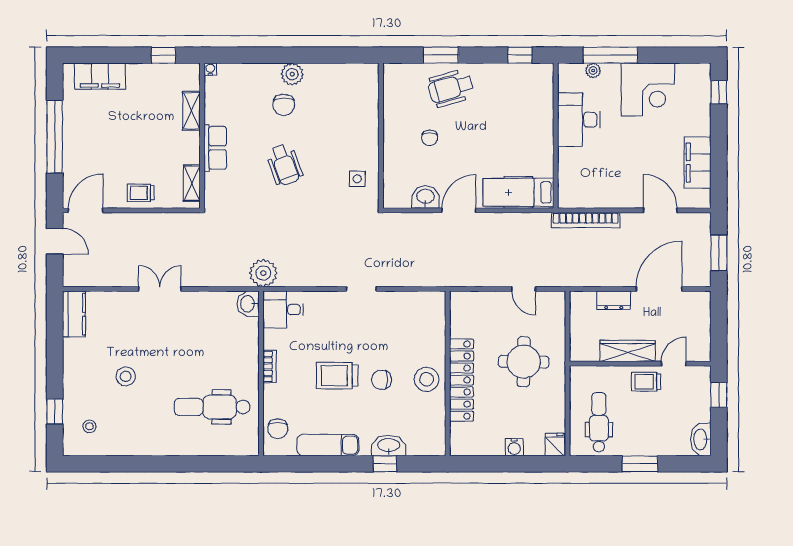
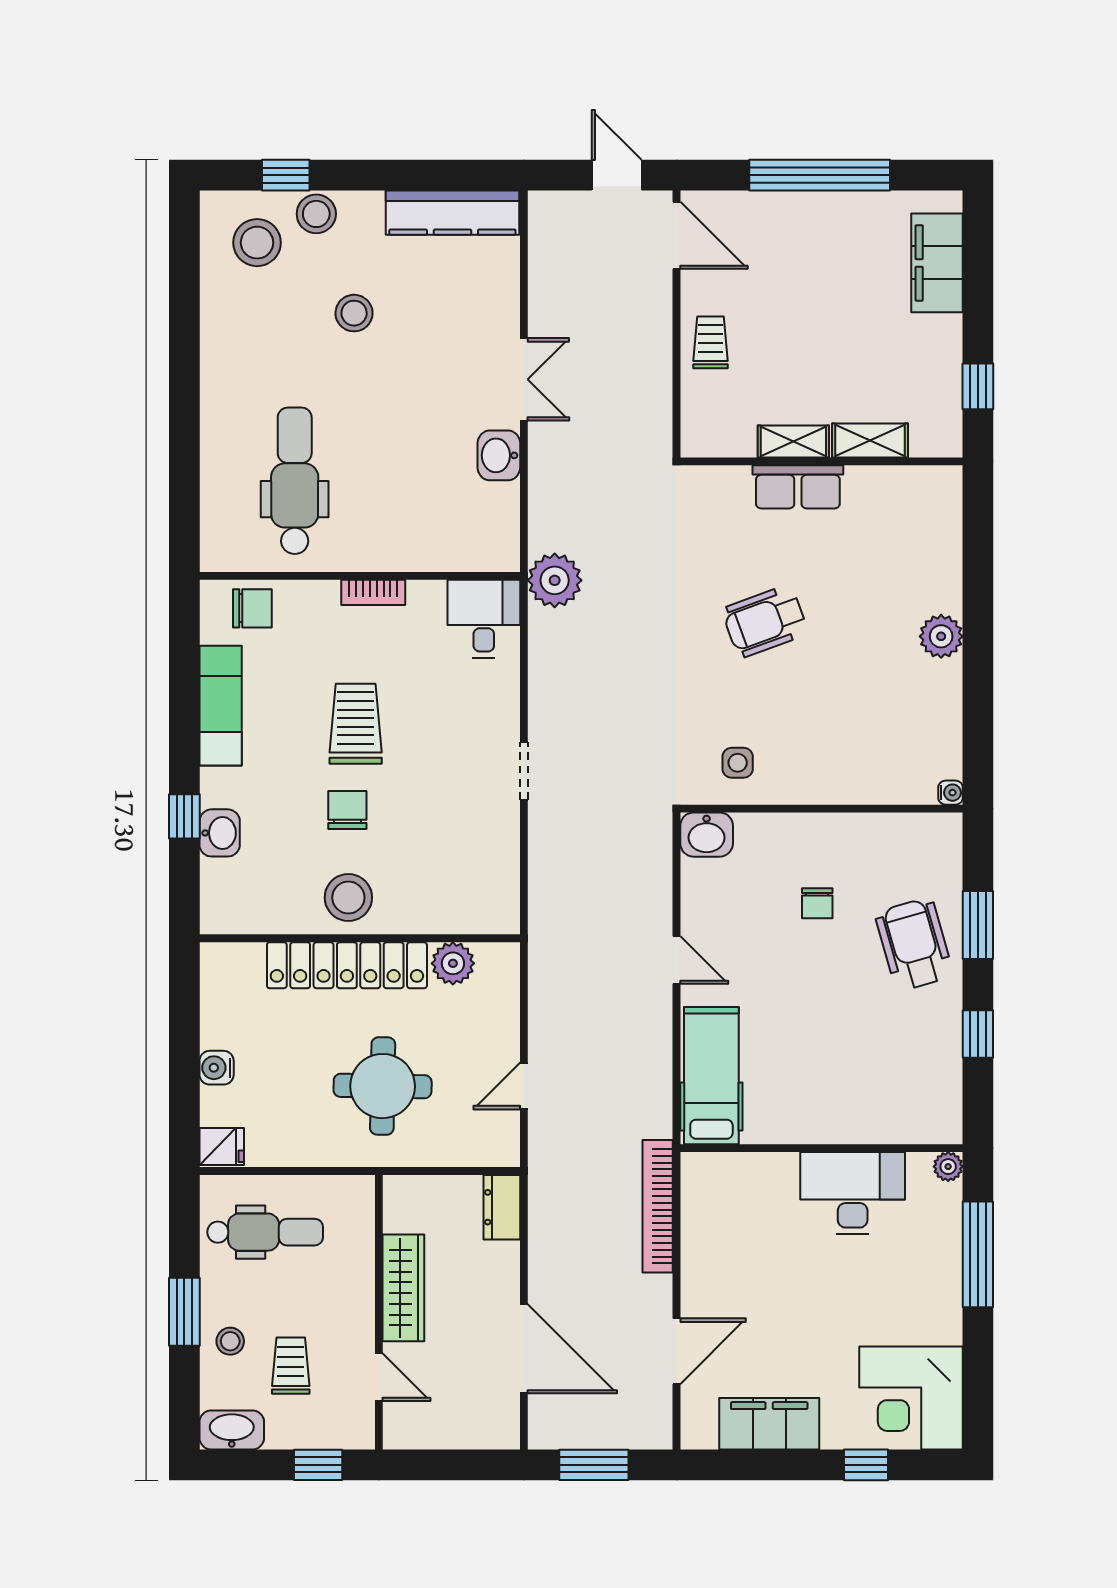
window: (520, 55) -> (978, 1034), moved
water cooler: (210, 69) -> (951, 793), moved
plant: (593, 70) -> (948, 1167), moved
corner desk: (648, 90) -> (911, 1398), moved
window: (719, 92) -> (866, 1465), moved
chair: (284, 105) -> (881, 620), removed
chair: (430, 138) -> (817, 903), turned -90
shelving: (192, 183) -> (793, 442), moved
washbasin: (425, 197) -> (707, 835), moved, turned 90
door: (459, 210) -> (677, 960), width x0.73
door: (55, 241) -> (617, 175), swing flipped
dresser: (614, 300) -> (502, 1207), moved
washbasin: (248, 304) -> (499, 455), moved, turned -90
kitchen counter: (74, 314) -> (452, 213), width x1.50
plant: (461, 325) -> (453, 963), added
trolley: (646, 382) -> (291, 1366), moved
stool: (75, 396) -> (316, 214), added
stool: (89, 426) -> (257, 243), width x1.89, depth x1.89
chair: (278, 429) -> (252, 608), turned 180
stool: (655, 440) -> (230, 1341), added
washbasin: (389, 446) -> (220, 833), width x0.72

